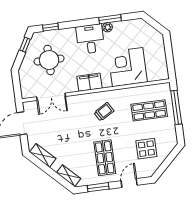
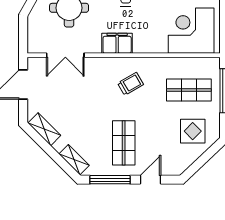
corner desk: (128, 67) -> (191, 31), moved
display table: (146, 149) -> (193, 131), moved
window: (98, 187) -> (110, 180), width x1.44

